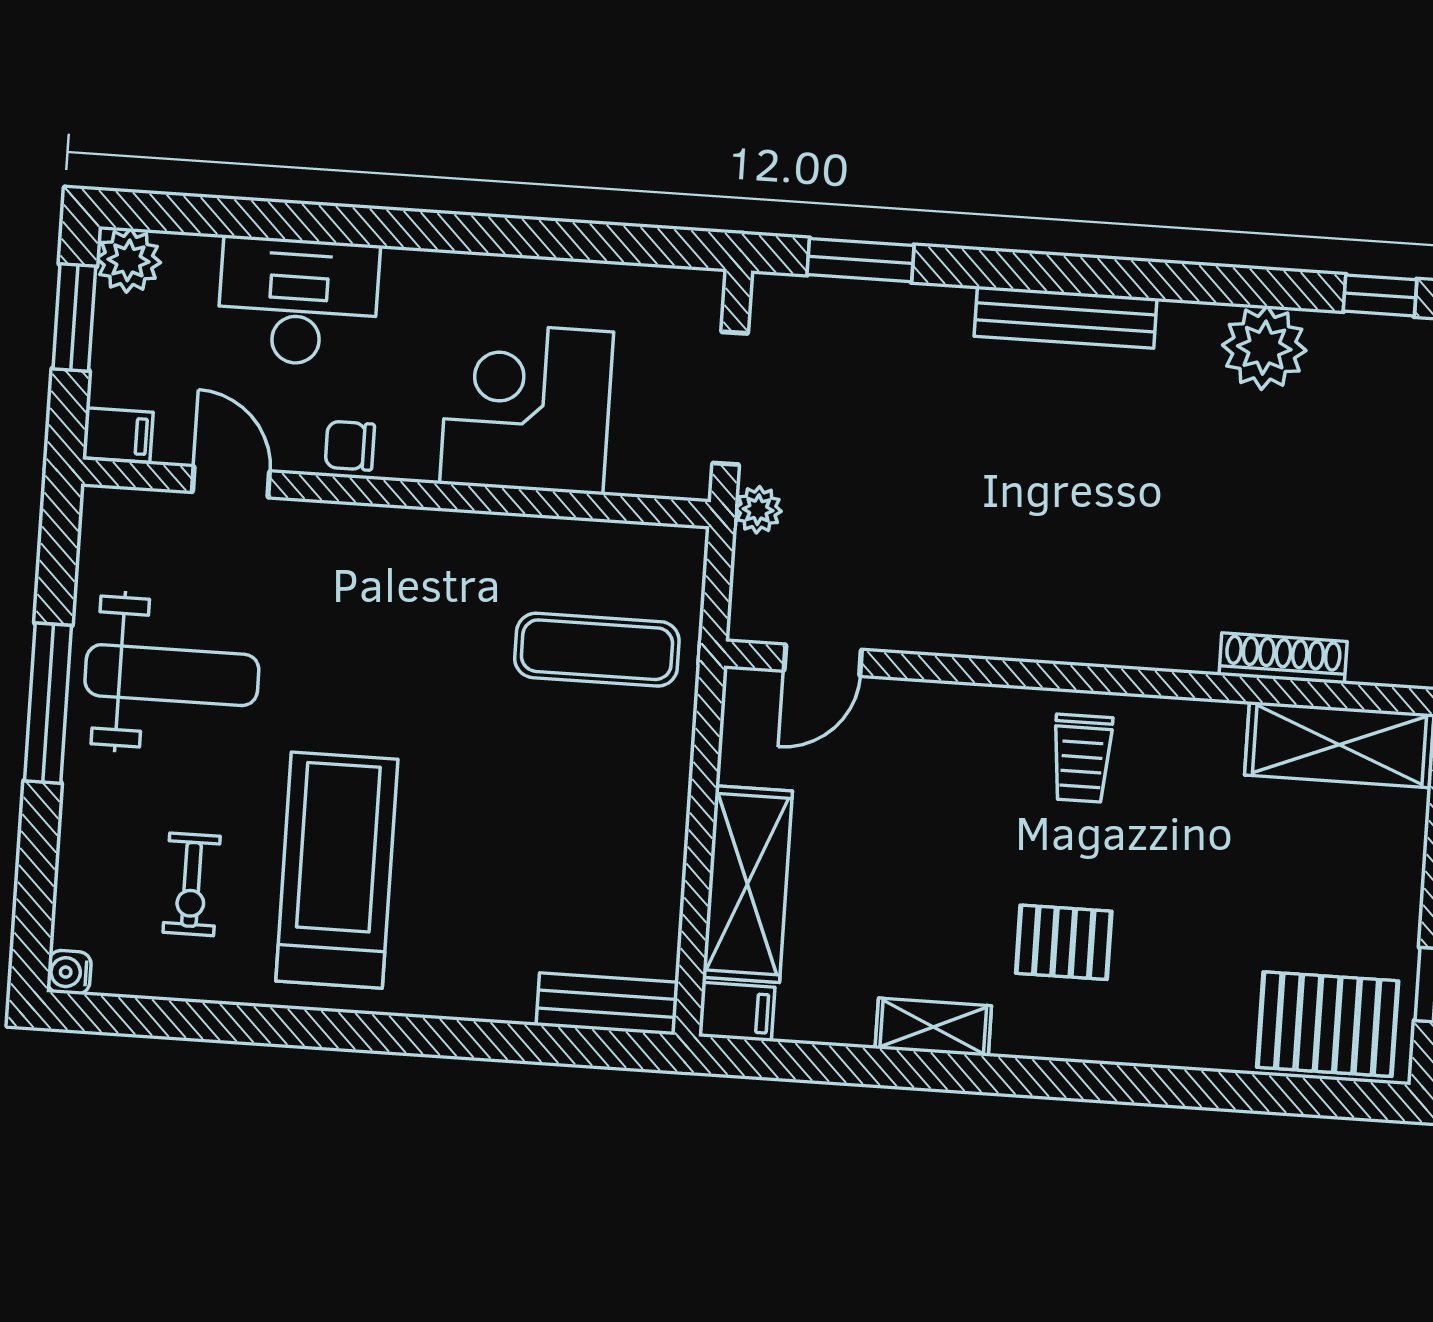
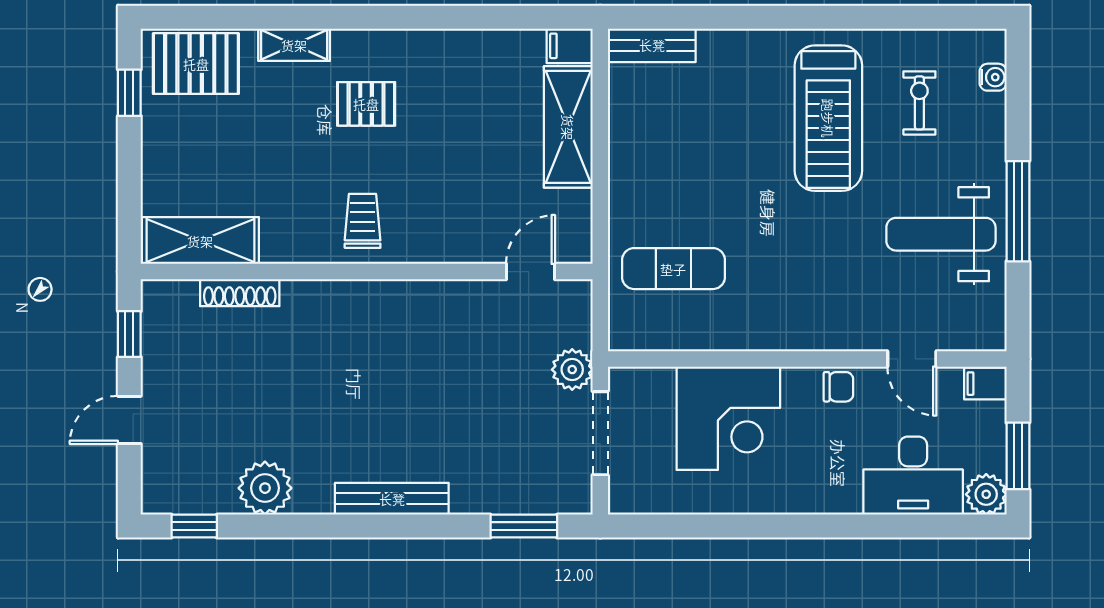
desk: (298, 302) -> (913, 476), moved
plant: (758, 510) -> (572, 370), width x1.38, depth x1.38
water cooler: (69, 972) -> (993, 77), moved
shelving: (933, 1027) -> (294, 45), moved

